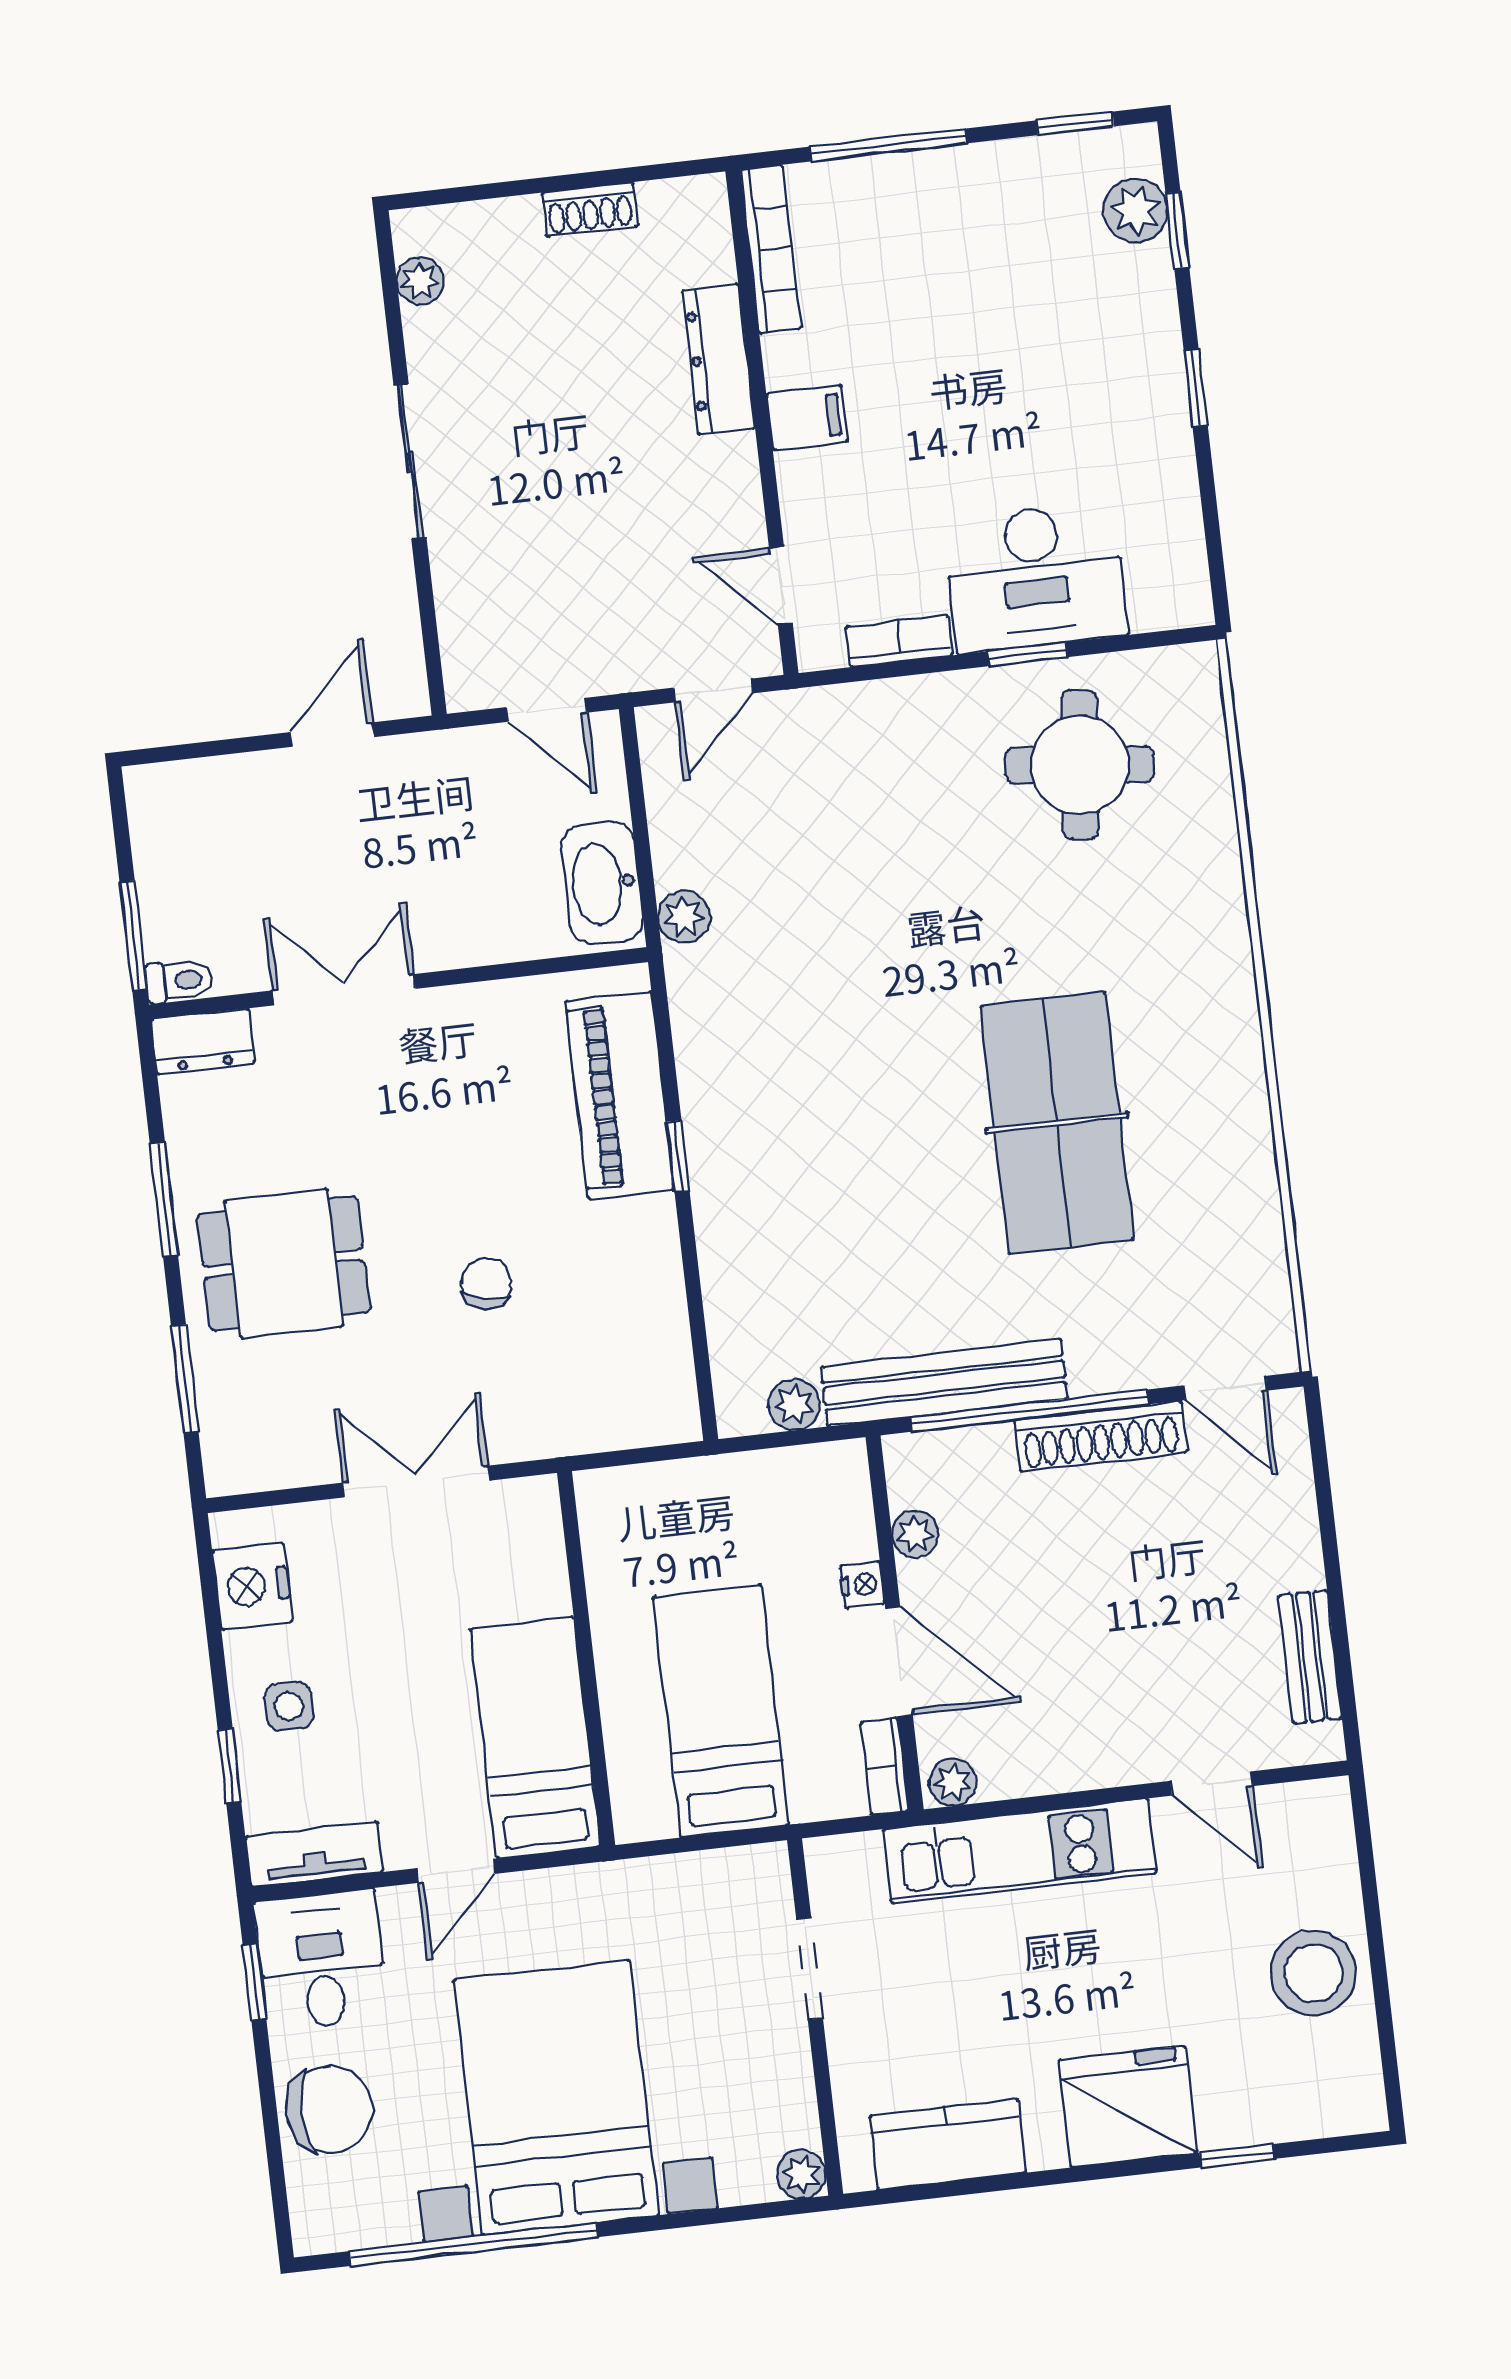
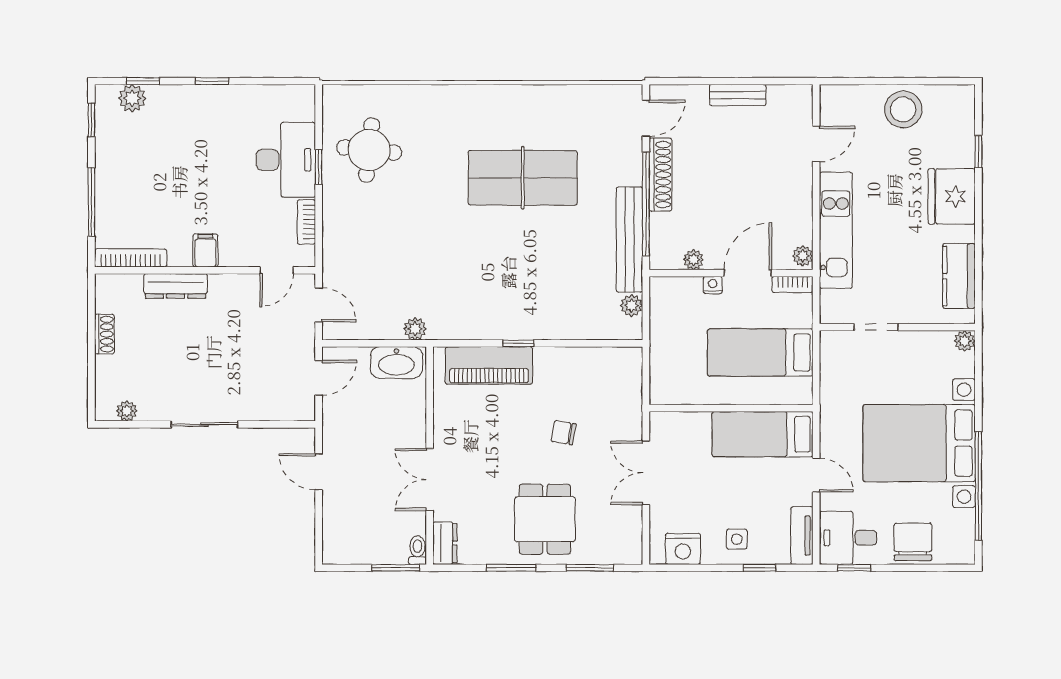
bench: (1310, 1657) -> (738, 95), moved

